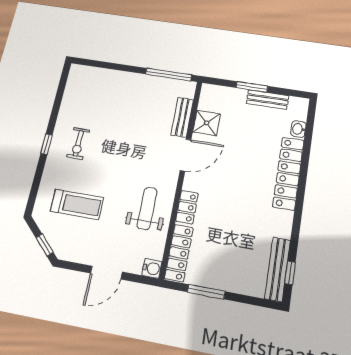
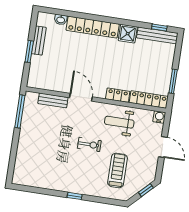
shower: (207, 123) -> (128, 34), moved
exercise bike: (78, 143) -> (89, 144), moved

